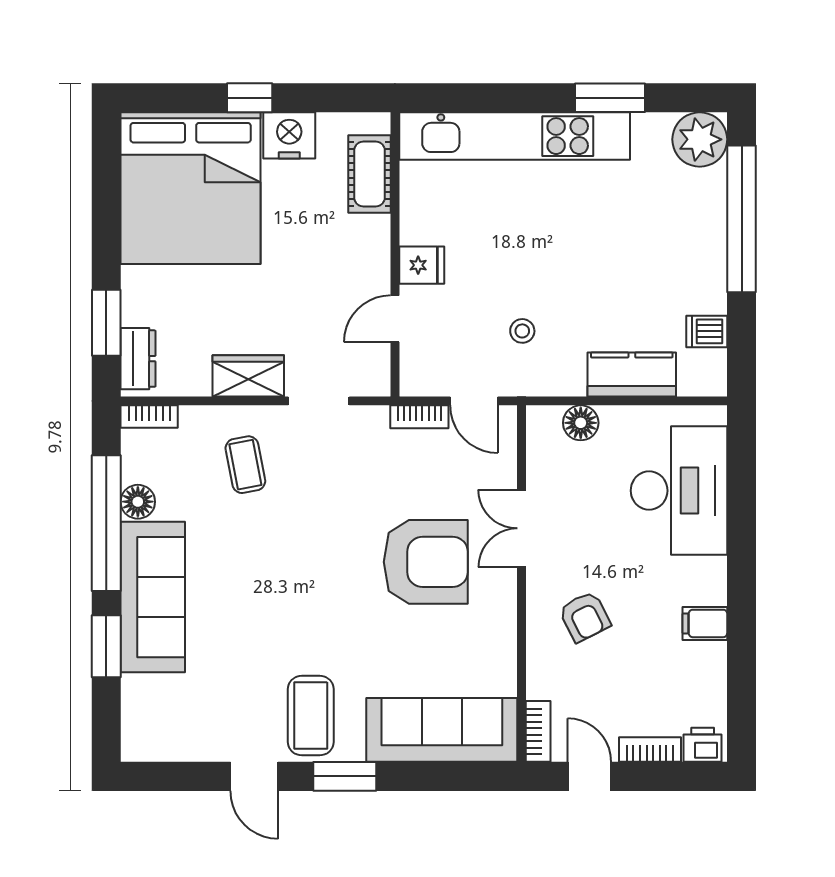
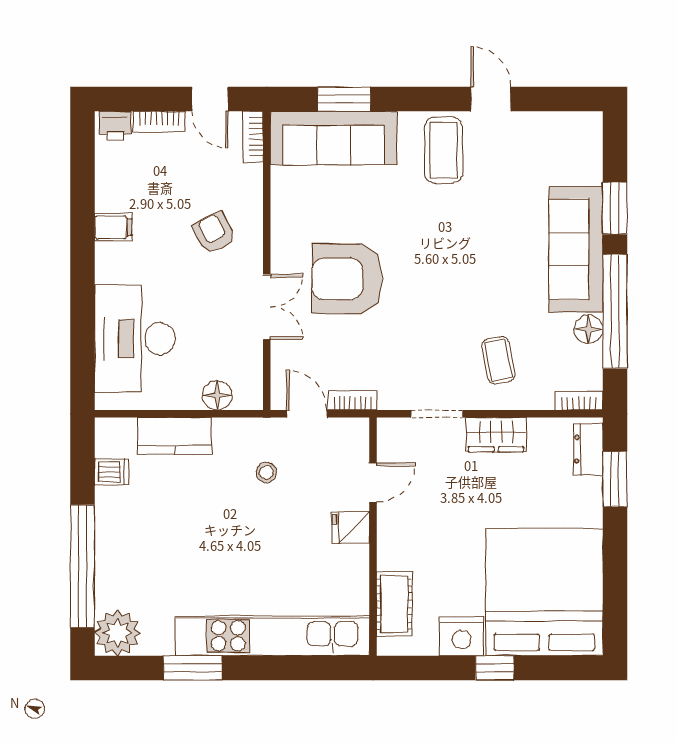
window: (345, 776) -> (344, 99), moved

